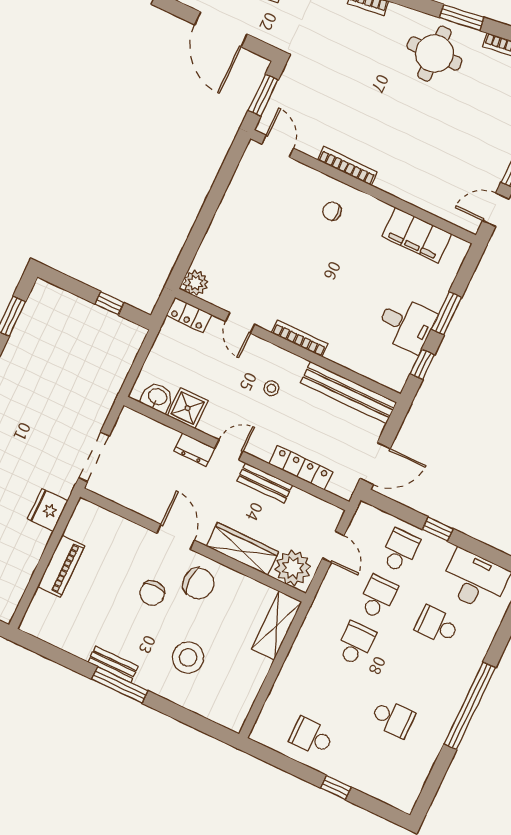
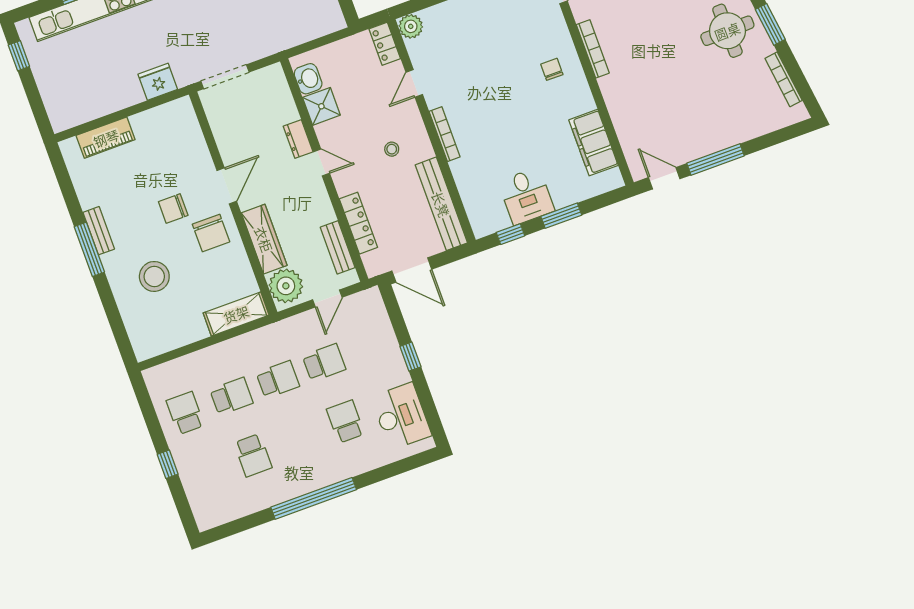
bench: (265, 483) -> (338, 247), moved
school desk: (400, 550) -> (231, 396), moved
piano: (61, 566) -> (106, 138), moved

